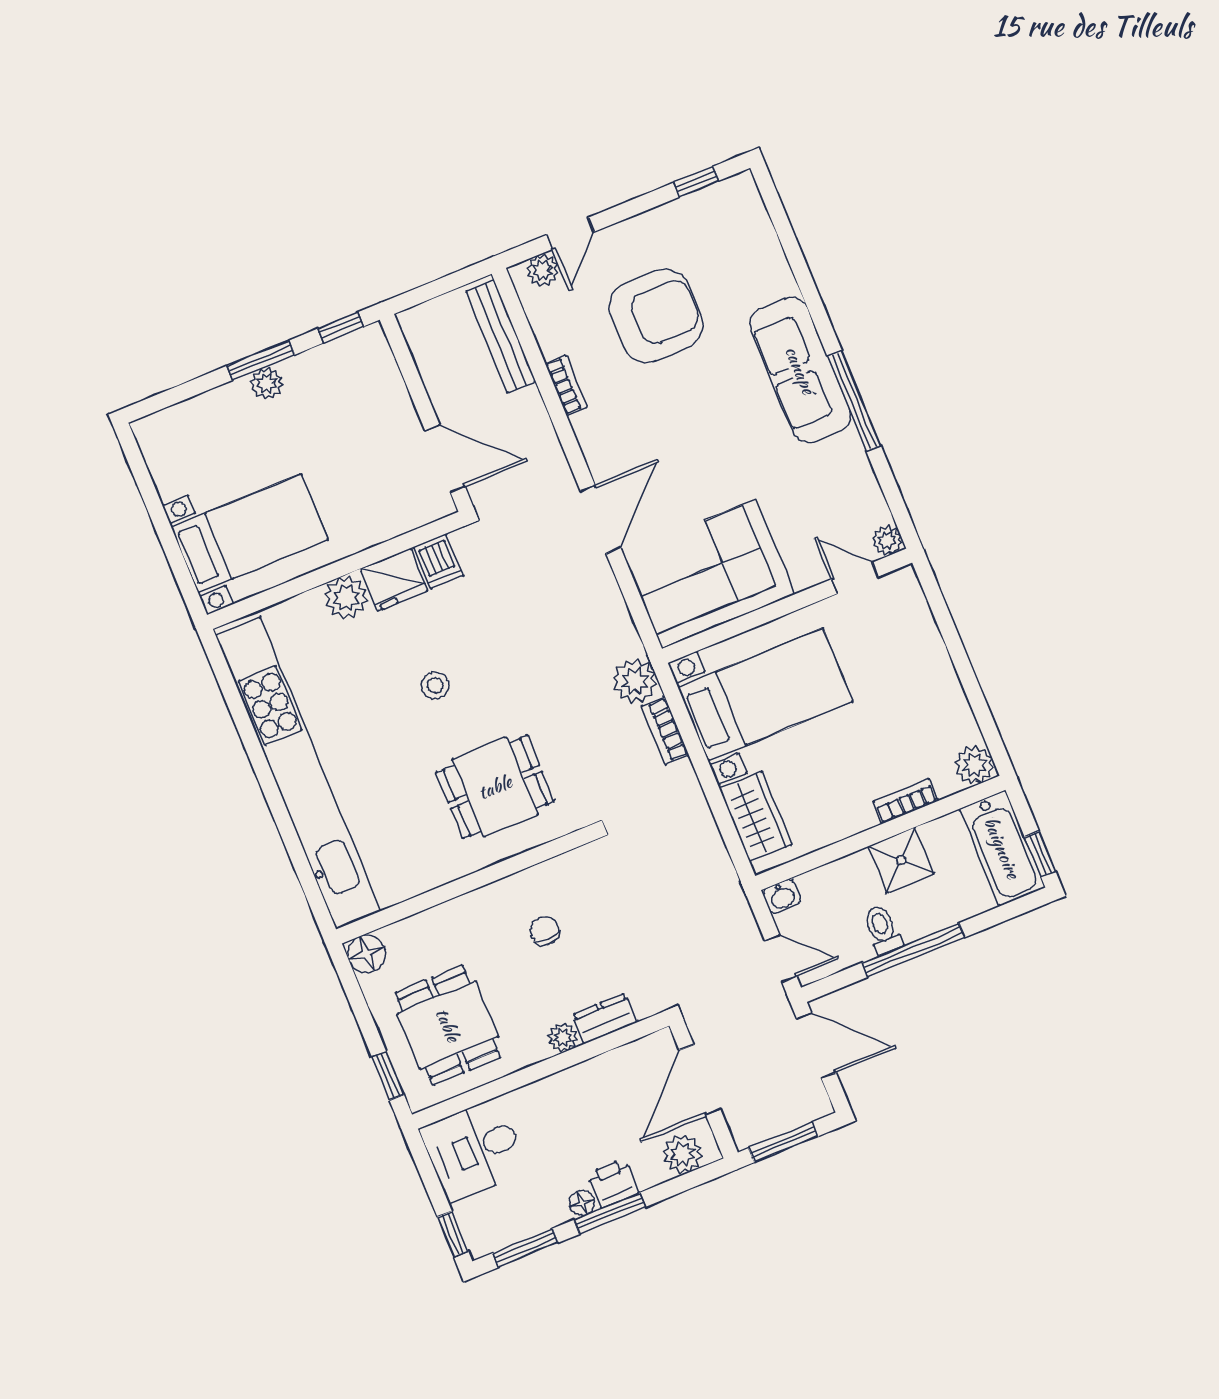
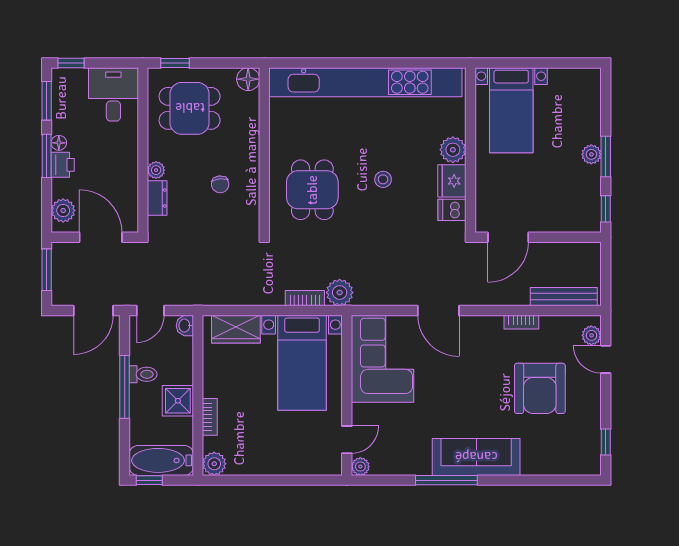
chair: (545, 931) -> (220, 184), turned 84

